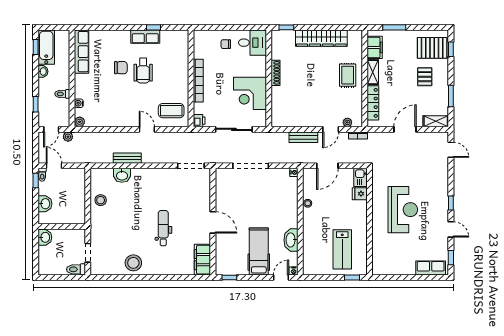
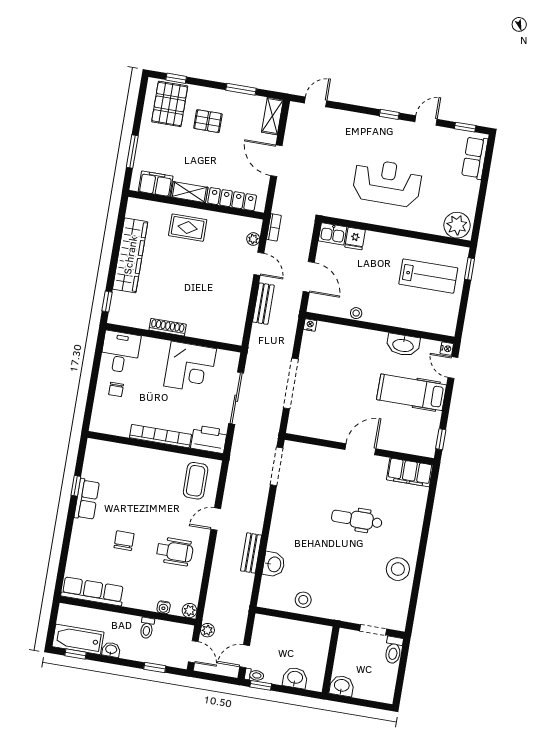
wheelchair: (143, 71) -> (175, 551), moved
printer: (199, 121) -> (209, 439), width x1.87, depth x1.48
plant: (381, 263) -> (457, 225), added

